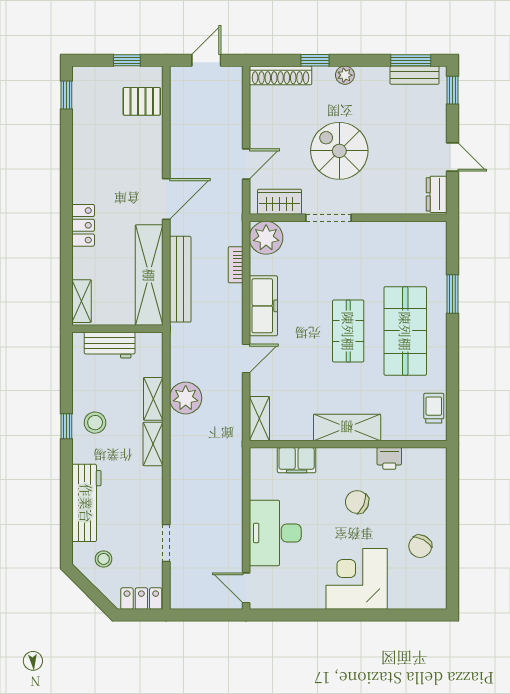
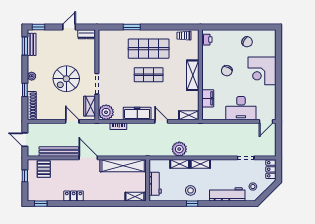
locker: (83, 225) -> (74, 196), moved
bench: (180, 279) -> (59, 151), moved
printer: (389, 458) -> (207, 40), moved

